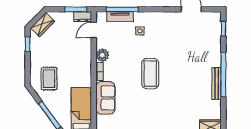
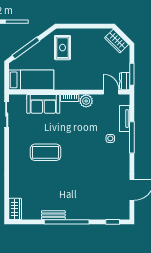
window: (122, 9) -> (132, 137), moved
window: (28, 44) -> (97, 26), removed
coffee table: (150, 74) -> (46, 152), moved
rug: (49, 79) -> (62, 48), turned 90
bench: (217, 84) -> (53, 215), width x0.73

